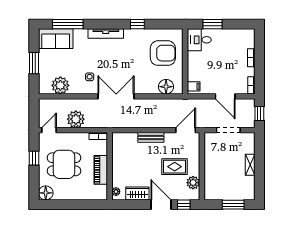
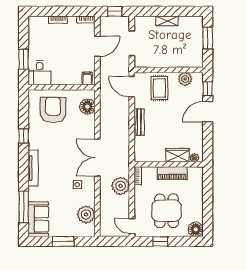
plant: (76, 119) -> (121, 186), moved
rug: (175, 167) -> (159, 88), moved
wardrobe: (137, 193) -> (177, 155), moved, turned 90

